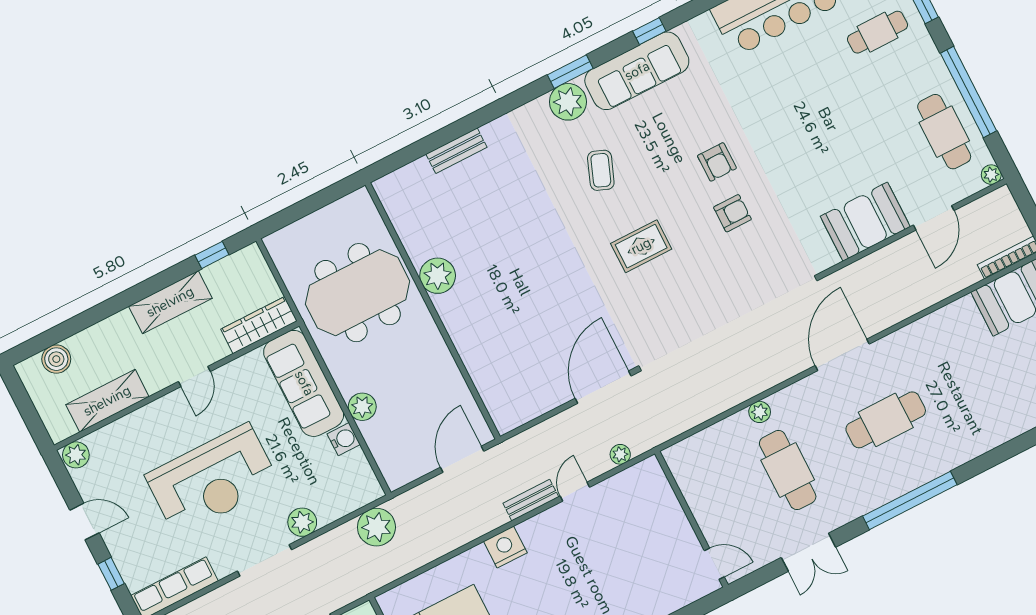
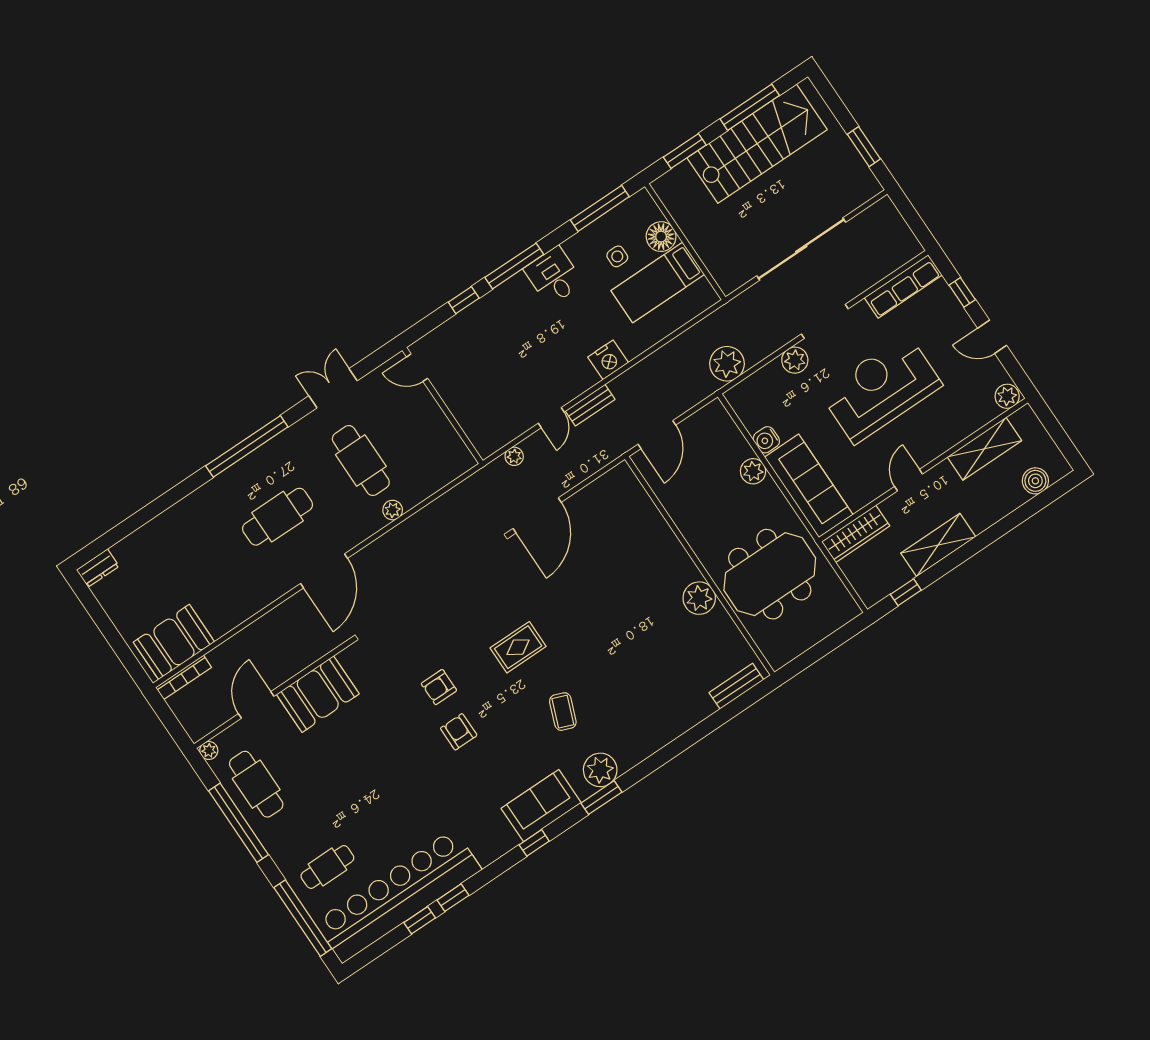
sofa: (637, 71) -> (541, 806), width x0.73
bench: (456, 151) -> (736, 686), moved

